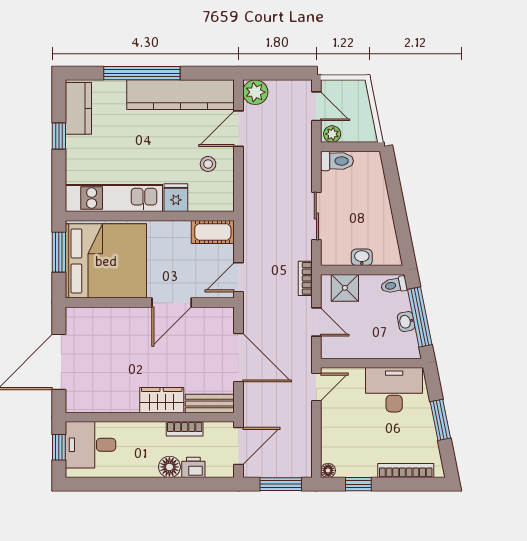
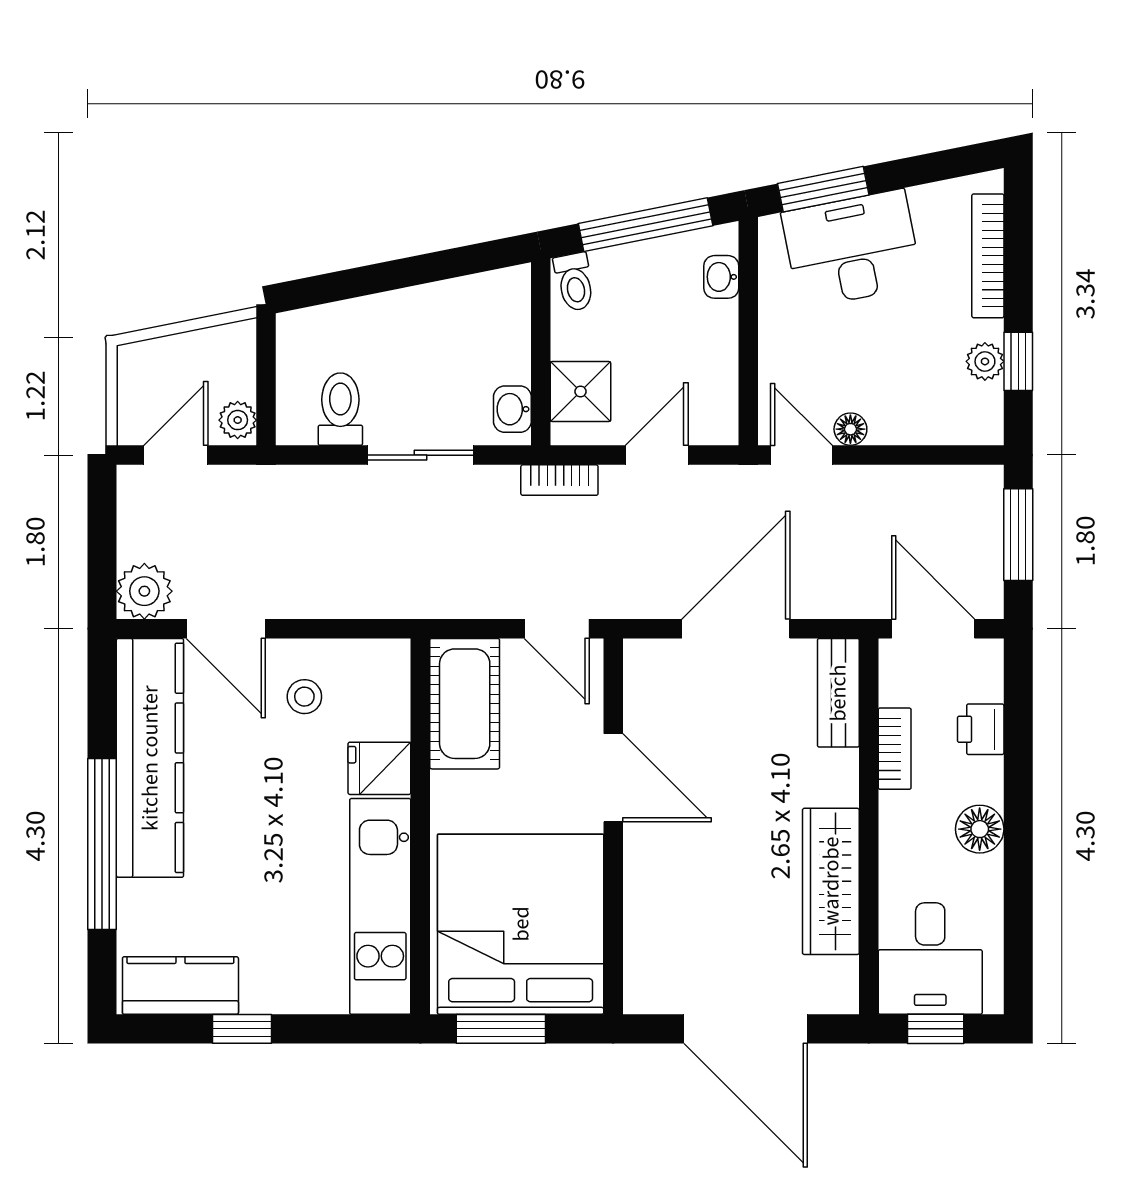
toilet: (337, 161) -> (340, 409), moved
cot: (213, 232) -> (465, 704), width x1.37, depth x1.34
washbasin: (362, 257) -> (512, 409), moved
washbasin: (406, 322) -> (721, 277), moved, turned 101
desk: (394, 390) -> (852, 249), moved, turned 79
wardrobe: (162, 400) -> (831, 881), moved, width x1.50
window: (440, 420) -> (823, 189), moved
floor lamp: (169, 467) -> (980, 829), moved
plant: (358, 469) -> (985, 361), added
floor lamp: (328, 470) -> (850, 429), moved

